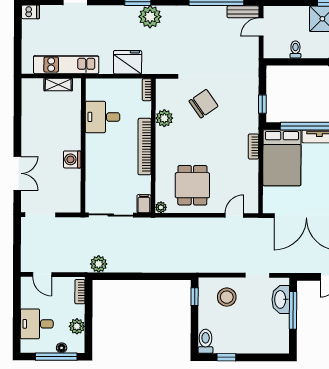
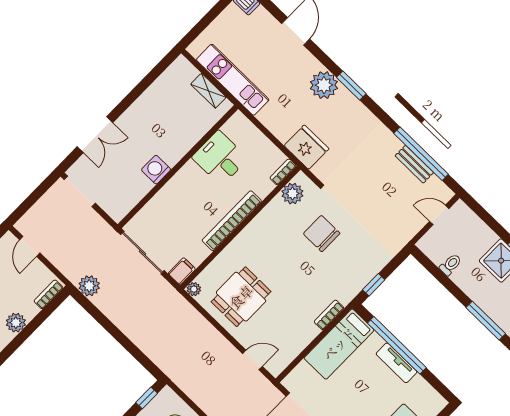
bench: (243, 12) -> (414, 164), moved
plant: (150, 17) -> (324, 85), moved
fridge: (128, 62) -> (307, 147), moved
chair: (204, 104) -> (322, 233), turned -145
plant: (164, 118) -> (292, 194), moved
bed: (282, 158) -> (339, 344), width x0.67

